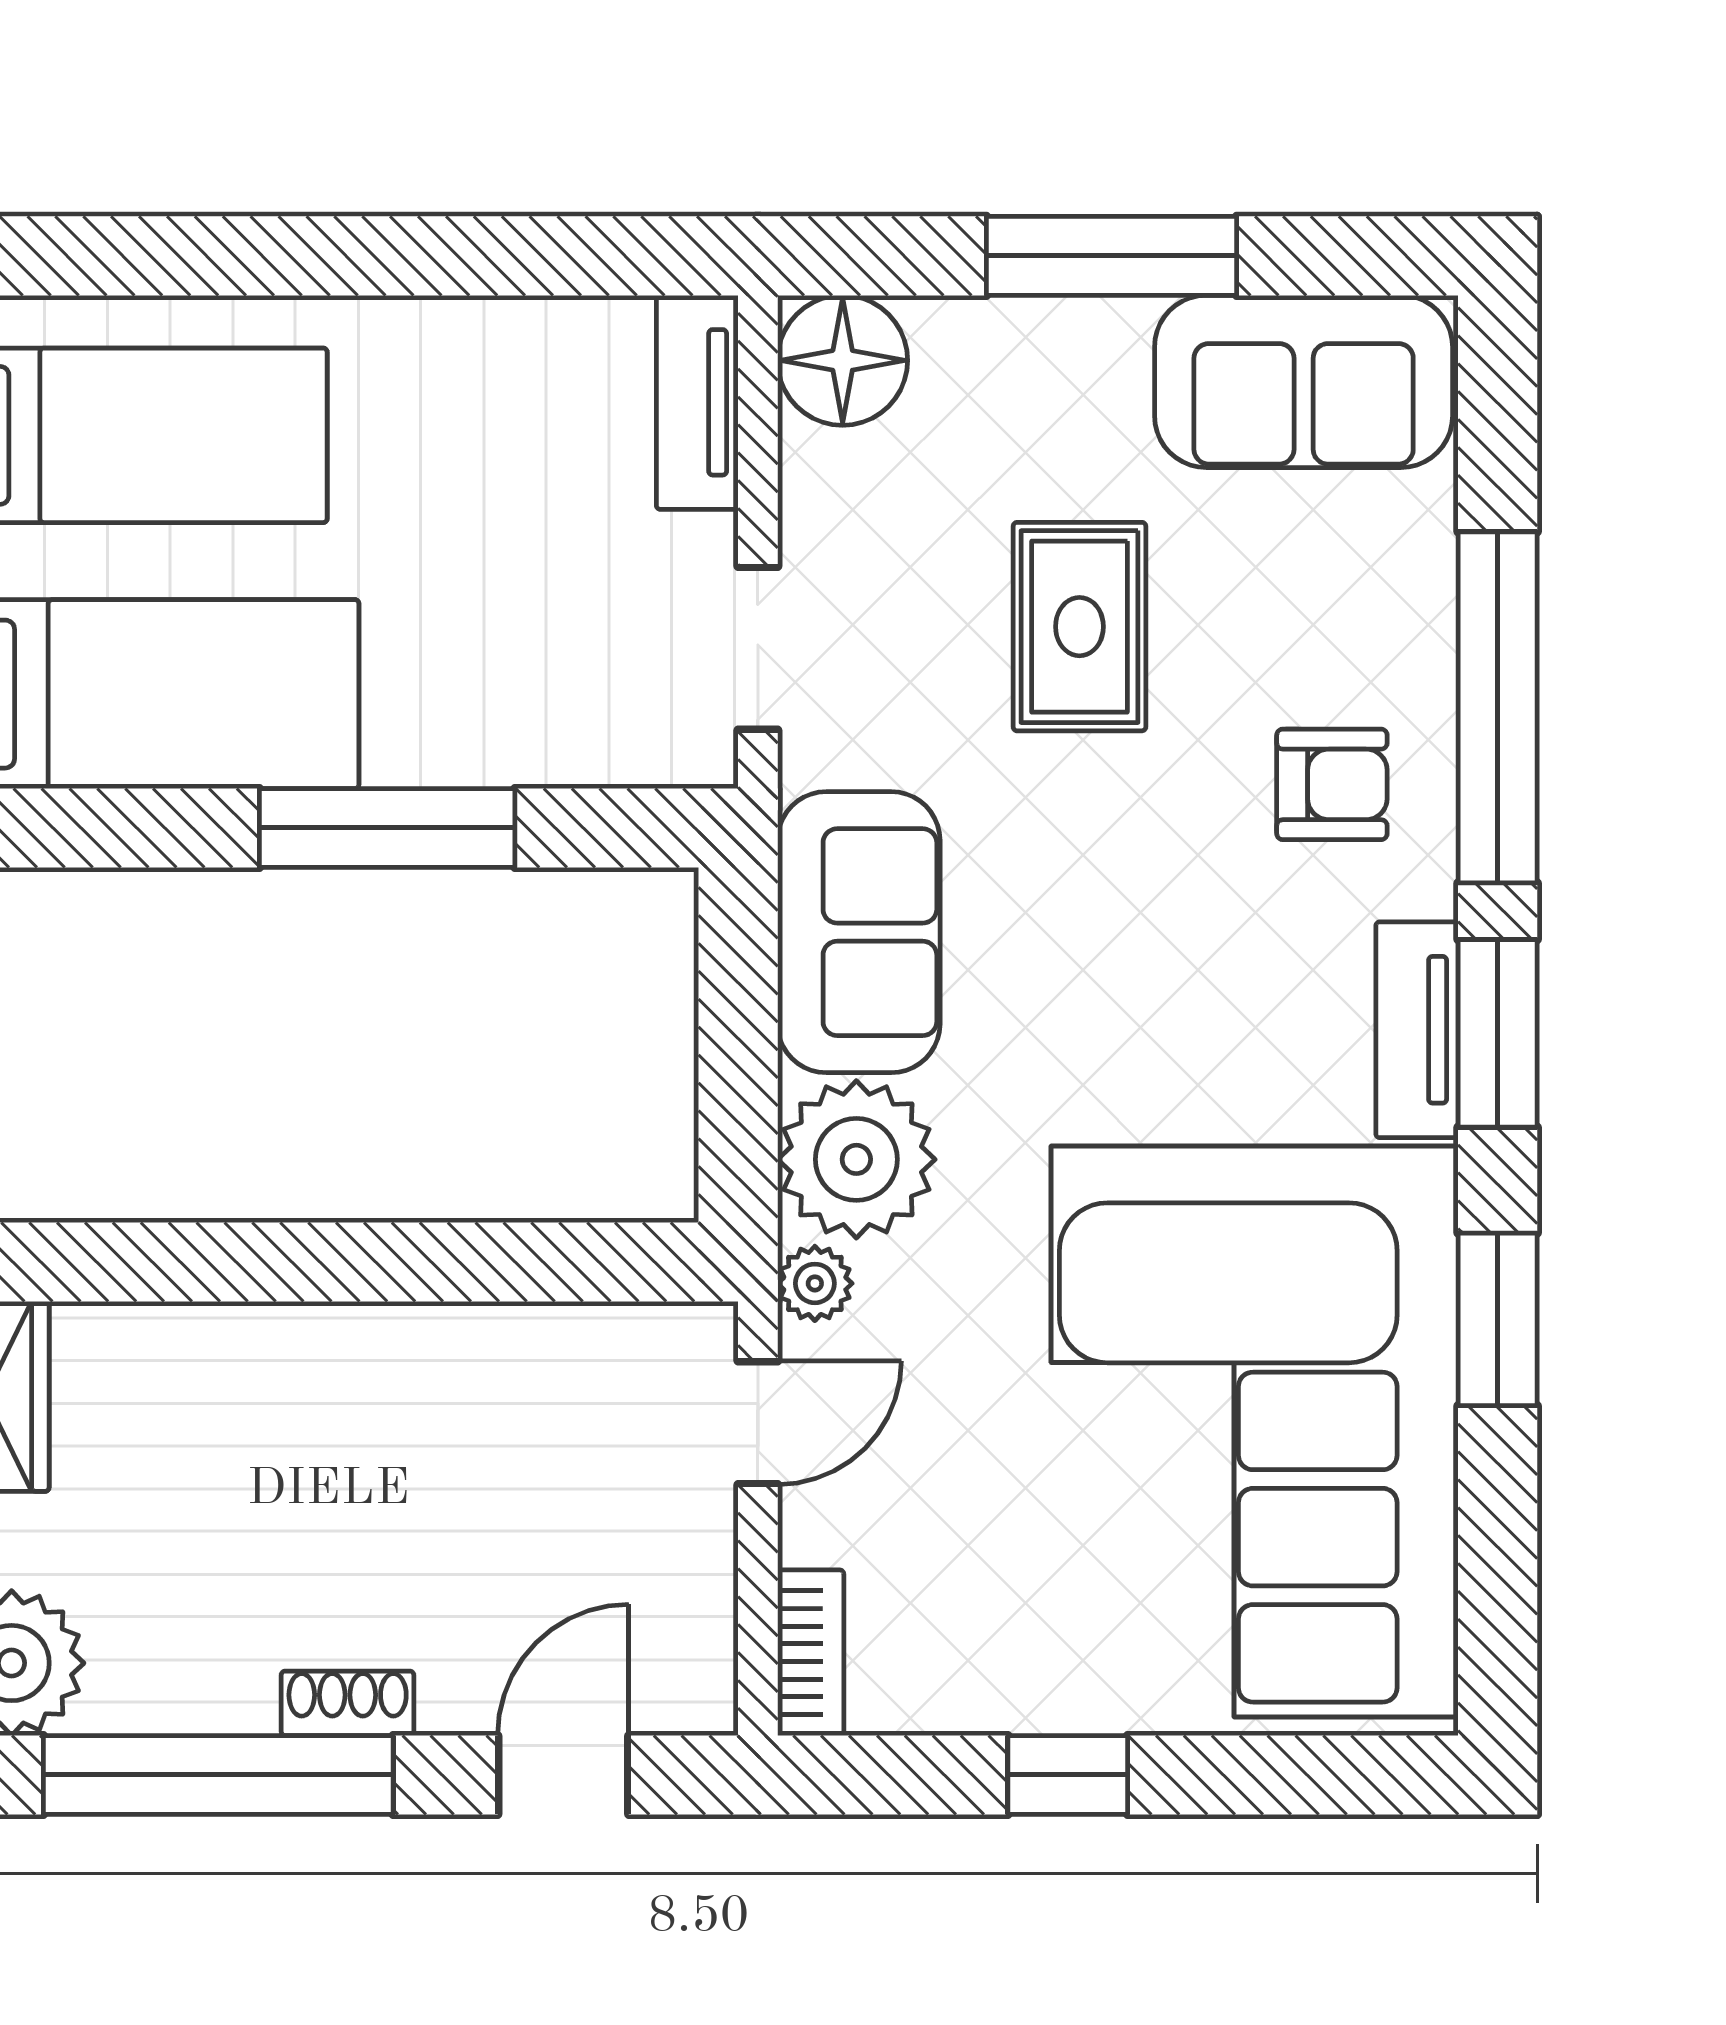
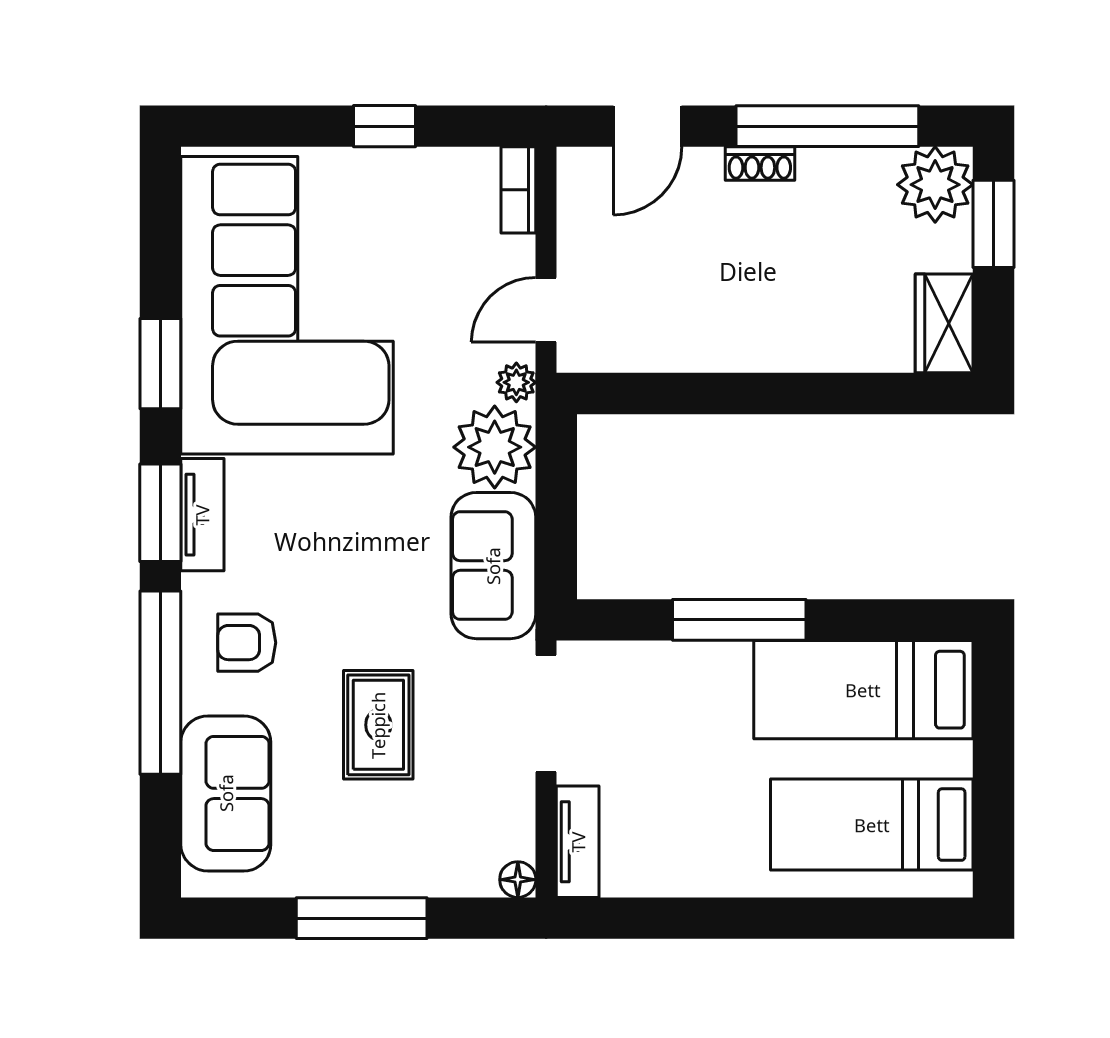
floor lamp: (843, 360) -> (518, 880), width x0.53, depth x0.53
sofa: (1304, 381) -> (226, 793), moved, turned 90
doorway: (758, 648) -> (546, 714), width x1.38

